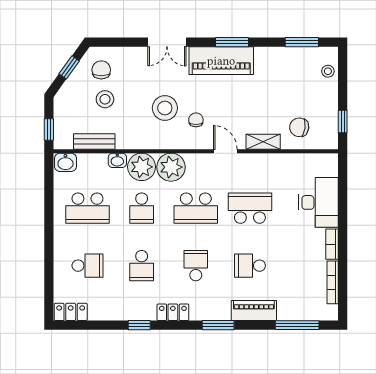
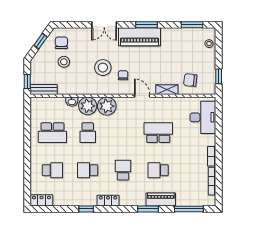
bench: (94, 142) -> (44, 89), moved
washbasin: (65, 162) -> (38, 103), removed
desk: (319, 202) -> (203, 117), moved
school desk: (196, 208) -> (123, 133), removed
school desk: (142, 266) -> (88, 170), turned 90
window: (218, 325) -> (148, 209), moved

